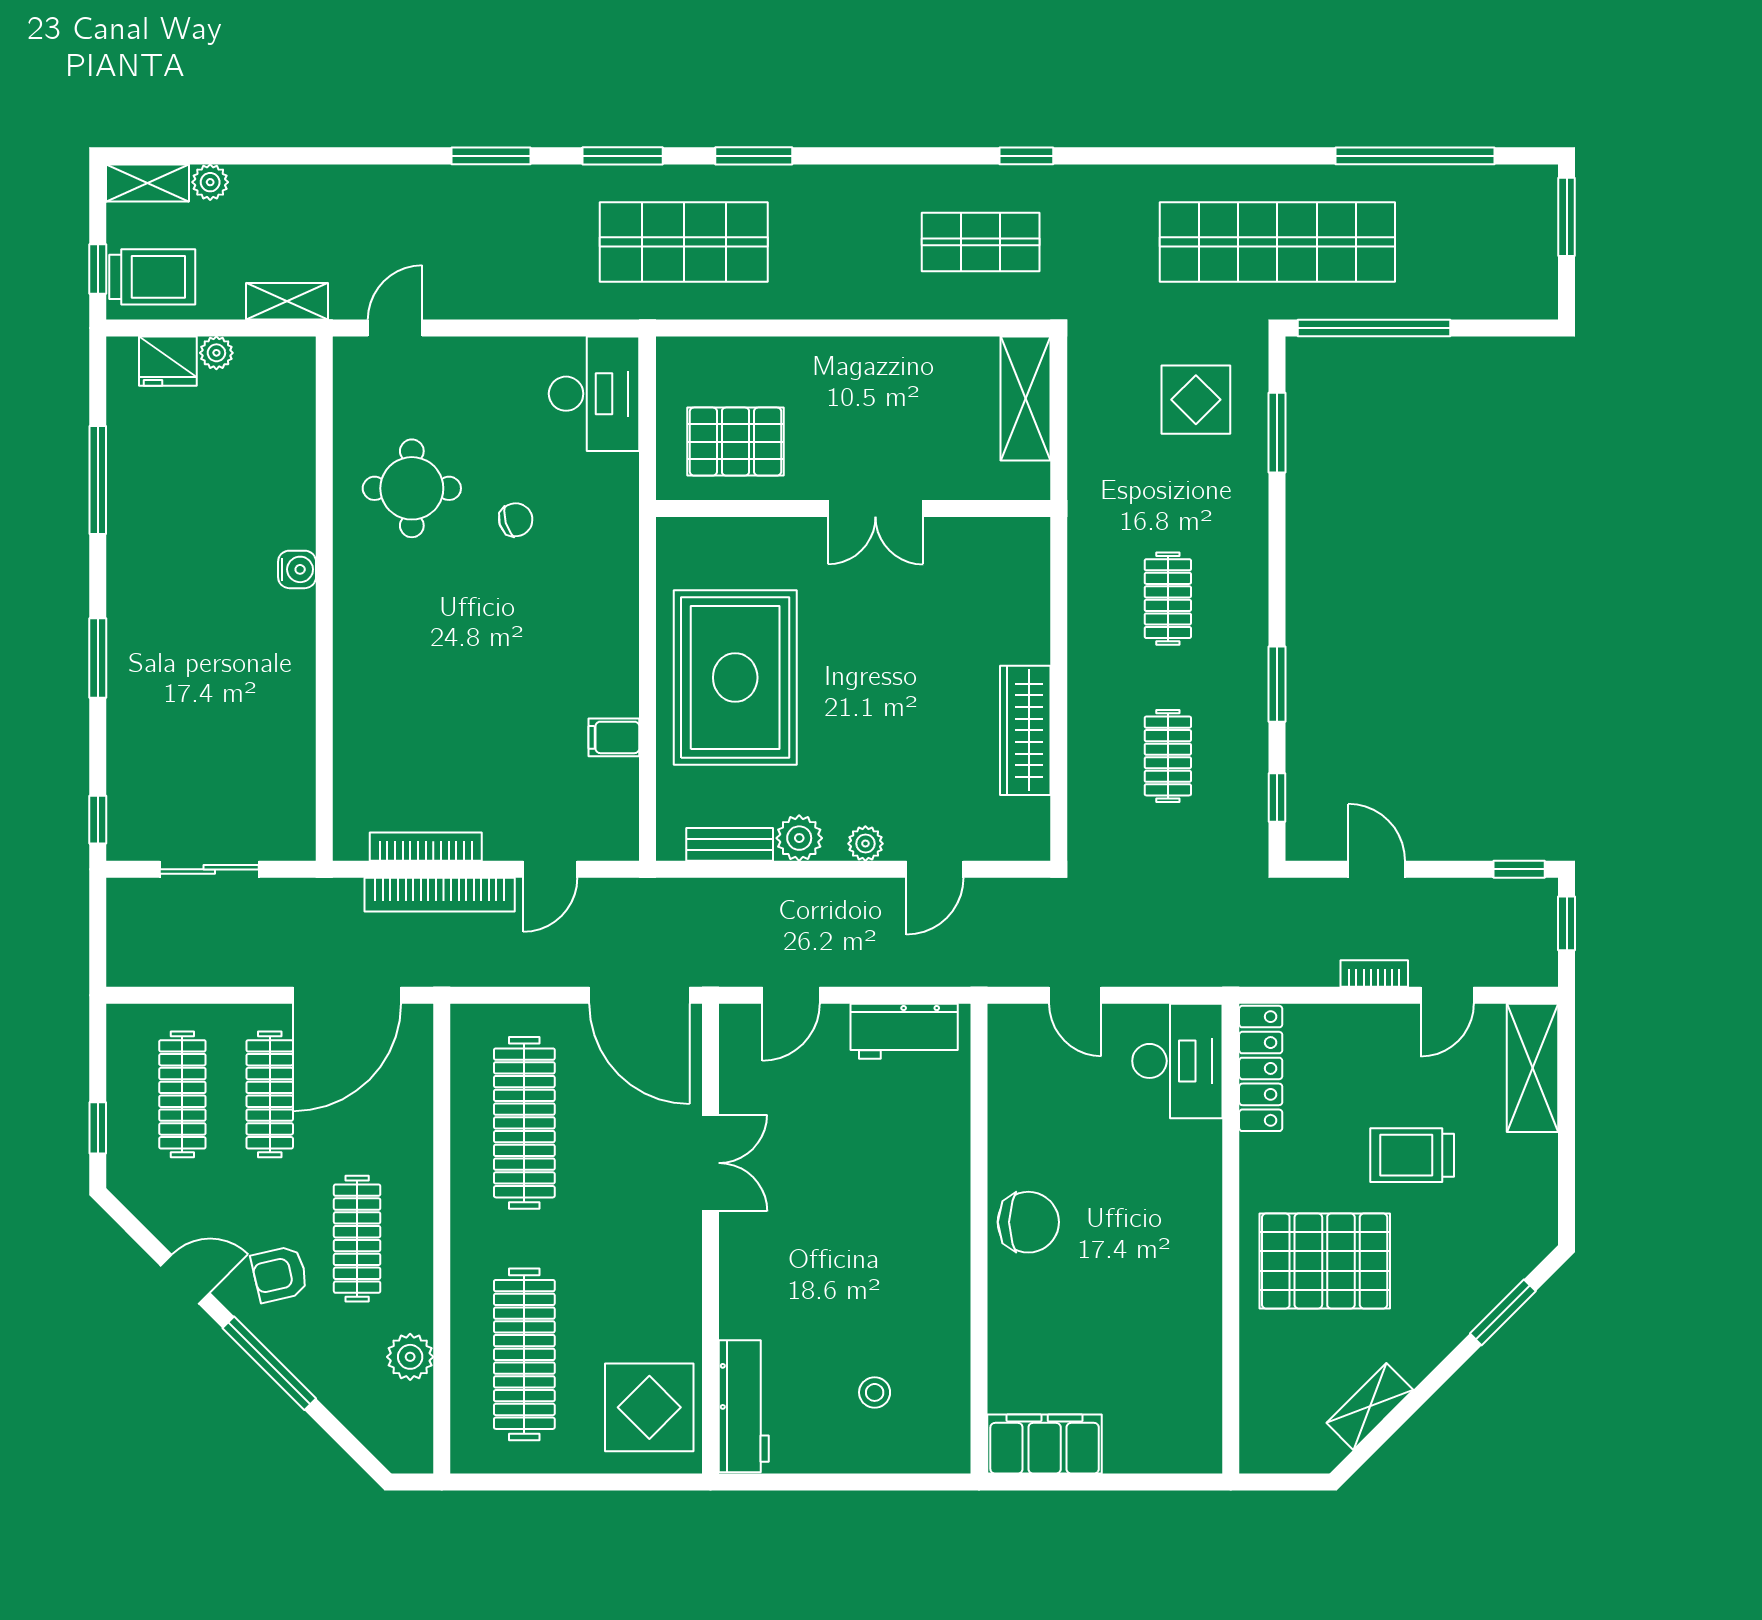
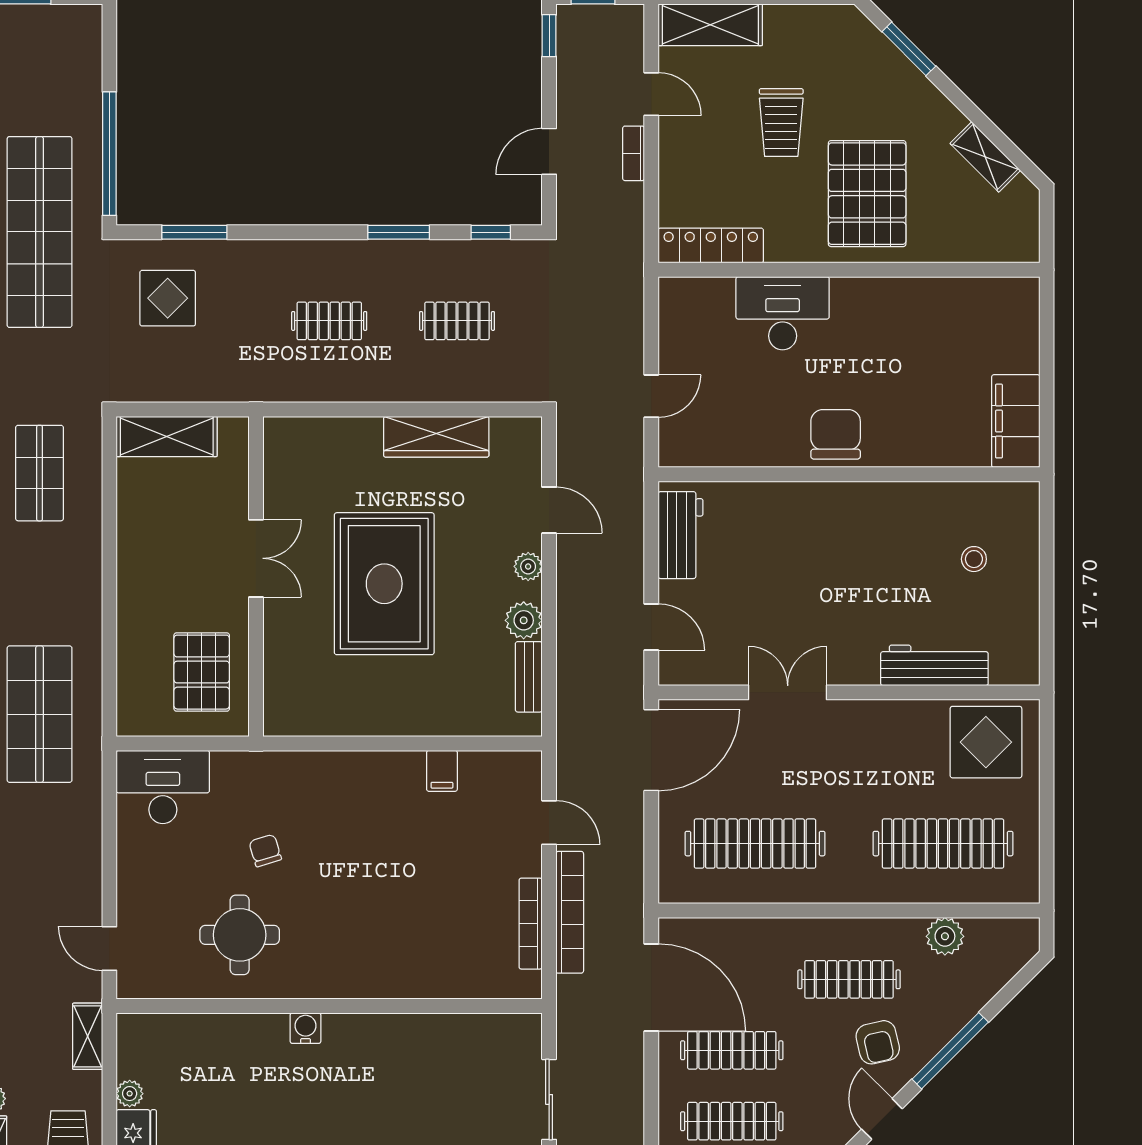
rug: (735, 678) -> (384, 584), moved, turned 90
desk: (1177, 1061) -> (783, 313), moved
workbench: (744, 1406) -> (934, 665), moved

